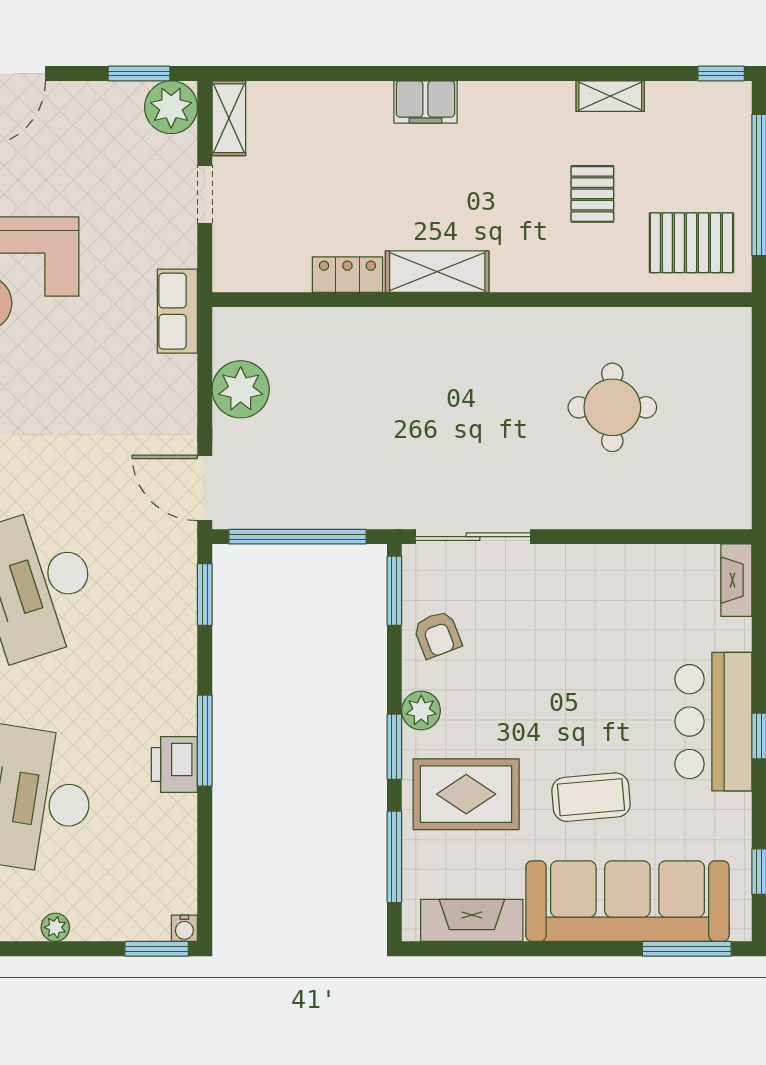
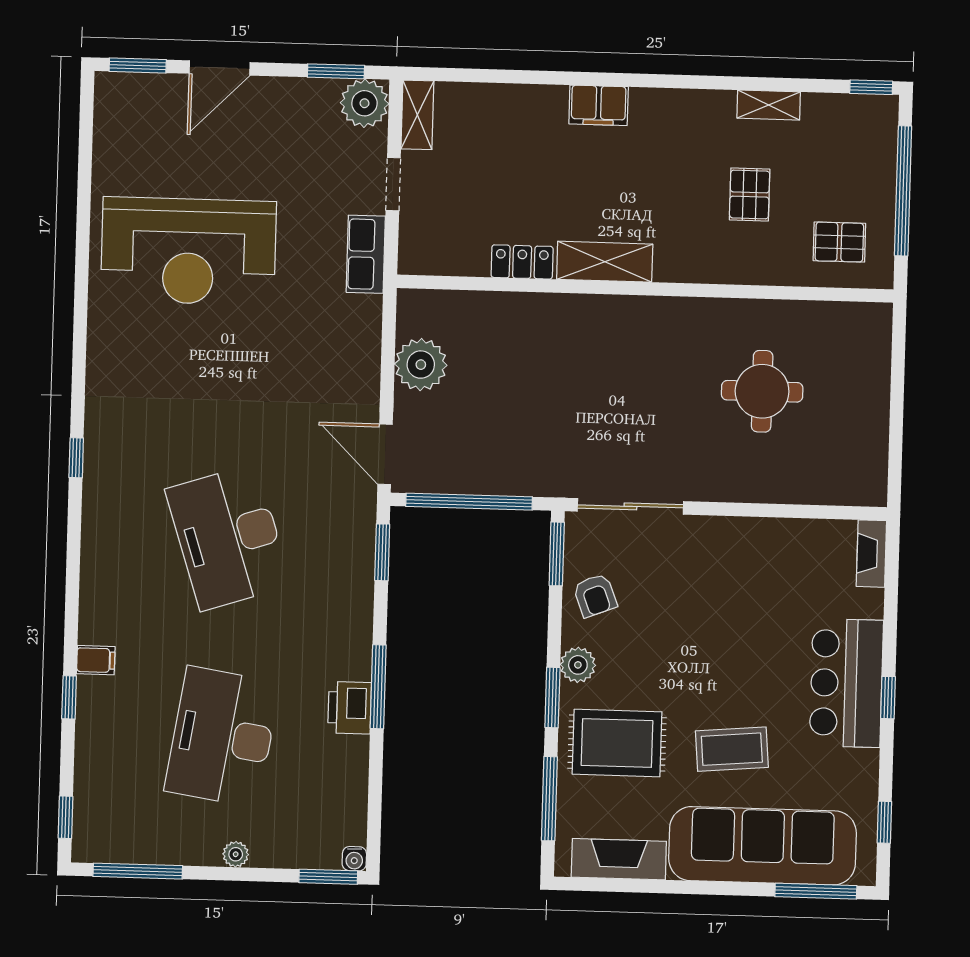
pallet: (691, 243) -> (839, 242), width x0.67, depth x0.71
row of seats: (177, 311) -> (366, 254), moved

